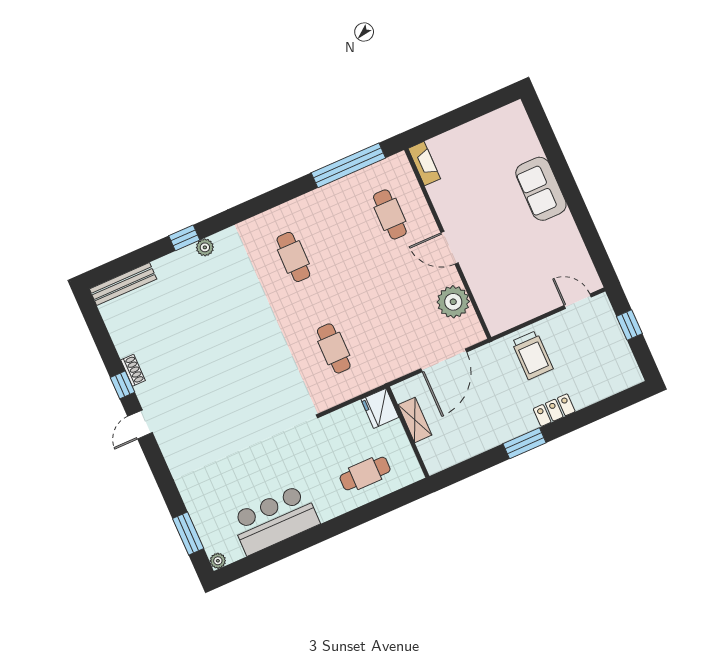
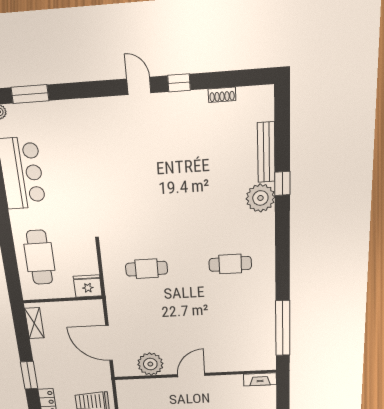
cafe table: (390, 214) -> (233, 344), removed
plant: (205, 247) -> (260, 198), width x1.87, depth x1.87
bench: (123, 284) -> (266, 152), moved
shoe rack: (133, 370) -> (222, 95), moved
shelving: (415, 420) -> (34, 323), moved, turned 90
cafe table: (365, 474) -> (39, 257), width x1.37, depth x1.35

